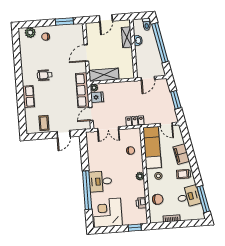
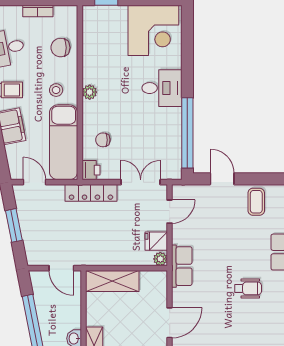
shelving: (104, 75) -> (112, 281), moved
door: (148, 78) -> (61, 268), swing flipped
row of seats: (82, 90) -> (182, 266), width x0.68
locker: (135, 121) -> (91, 193), width x1.53
door: (64, 134) -> (222, 179), hinge flipped
window: (87, 190) -> (187, 133), moved
printer: (141, 203) -> (91, 170), moved

